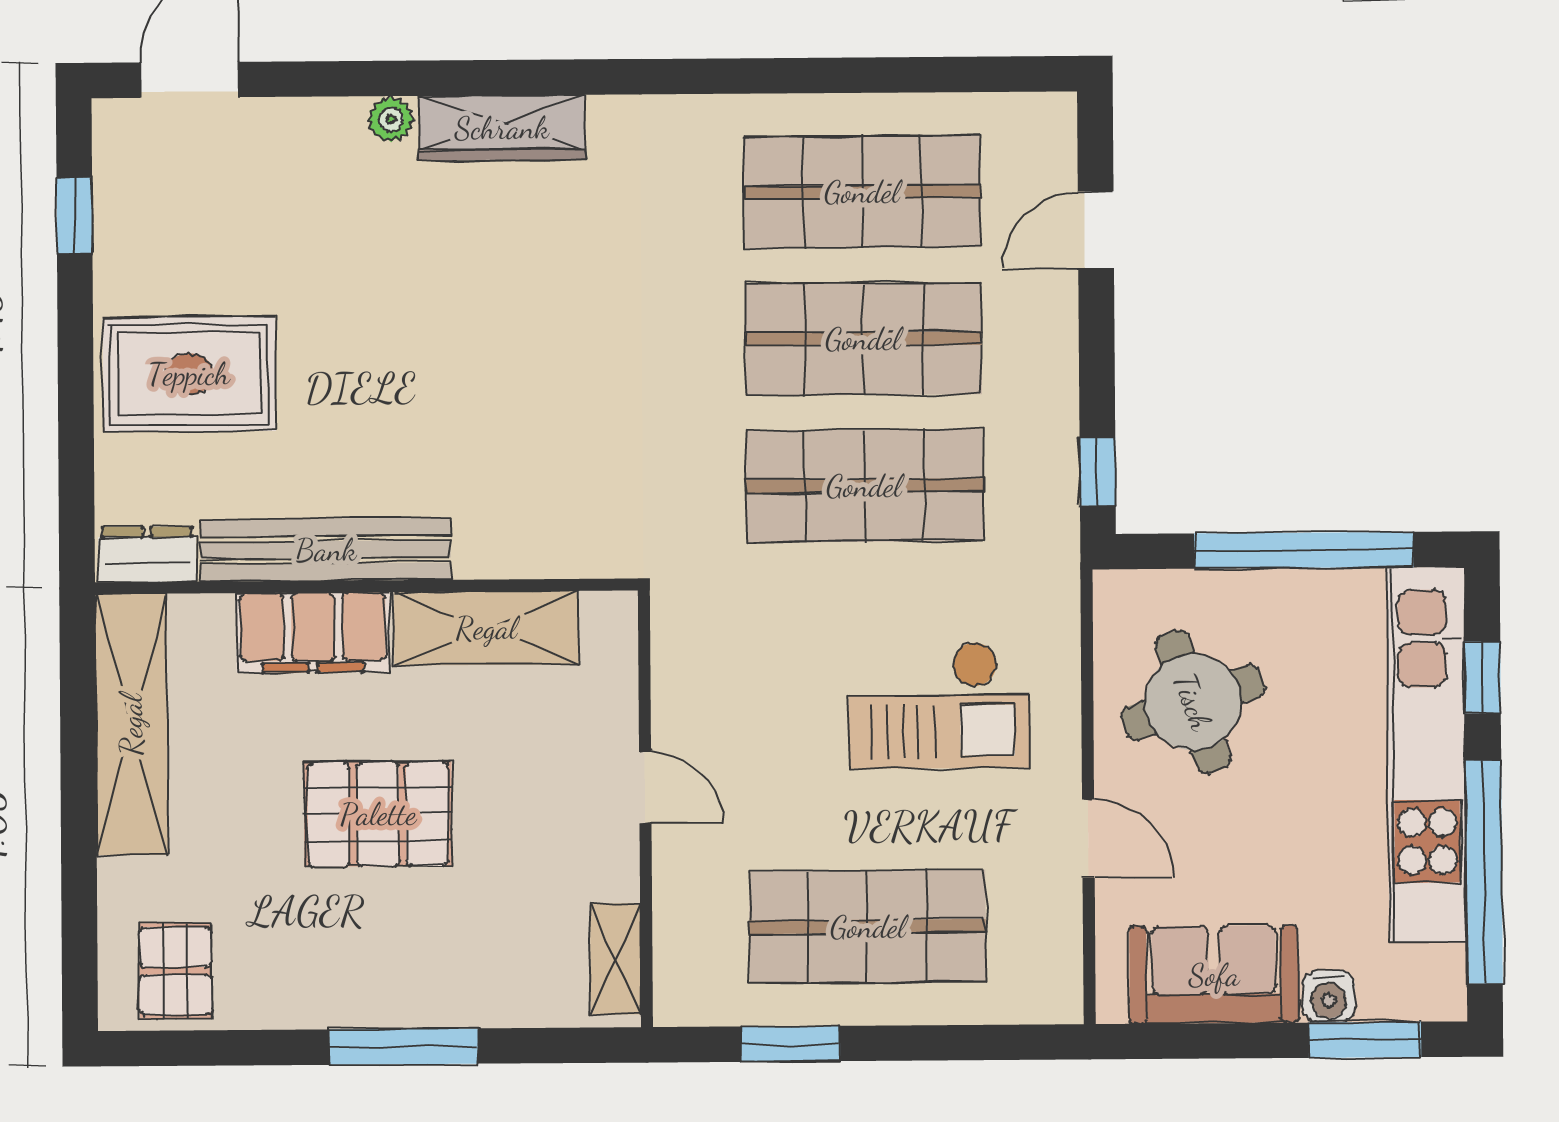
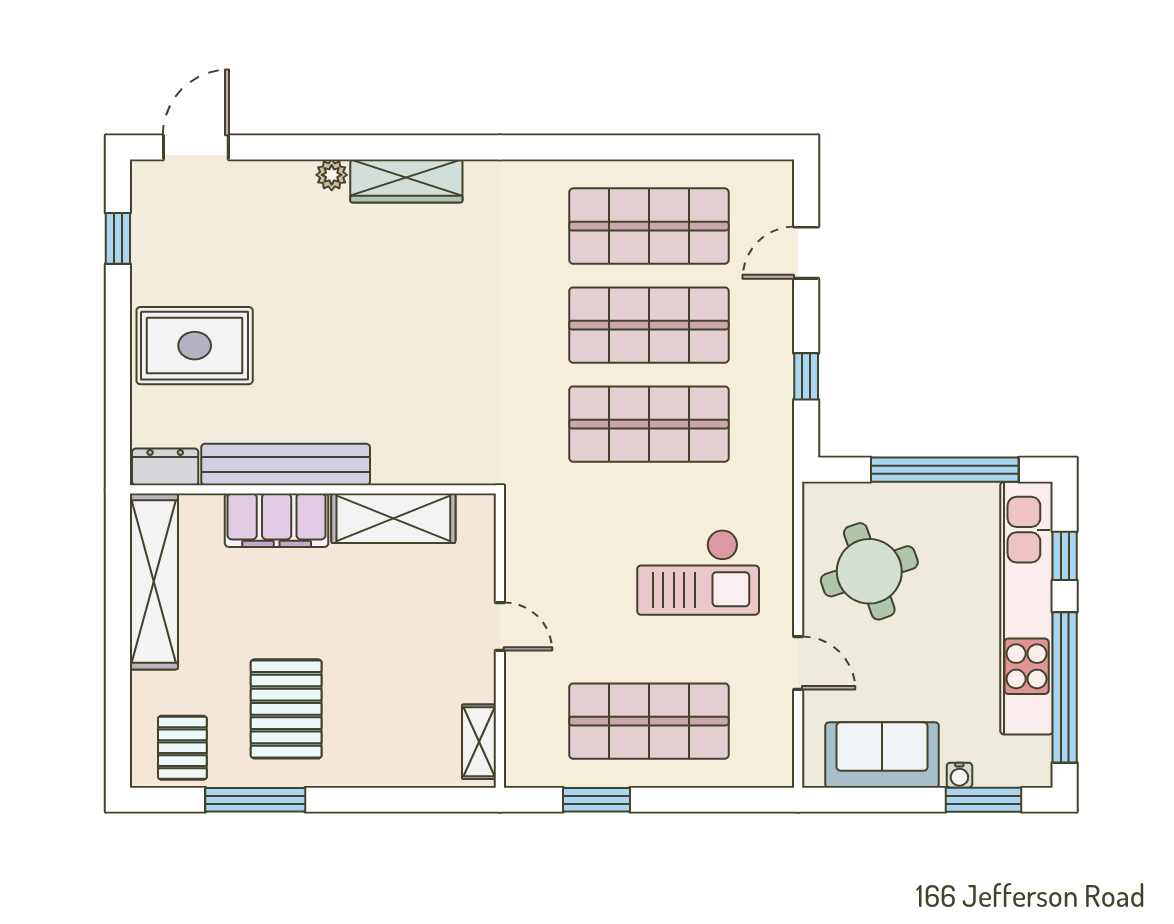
window: (1098, 471) -> (806, 376), moved
pallet: (378, 814) -> (286, 709), moved, turned 90
water cooler: (1329, 996) -> (959, 775), width x0.72, depth x0.72
window: (404, 1047) -> (255, 800), moved

